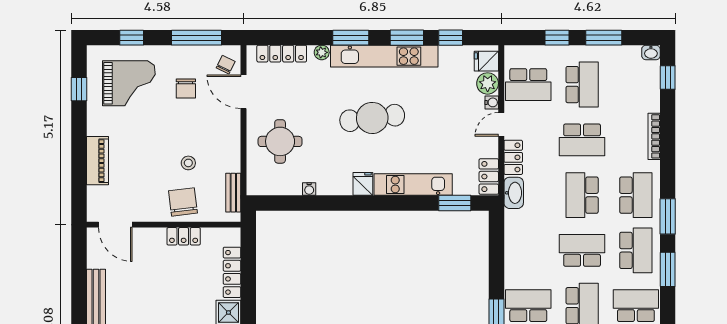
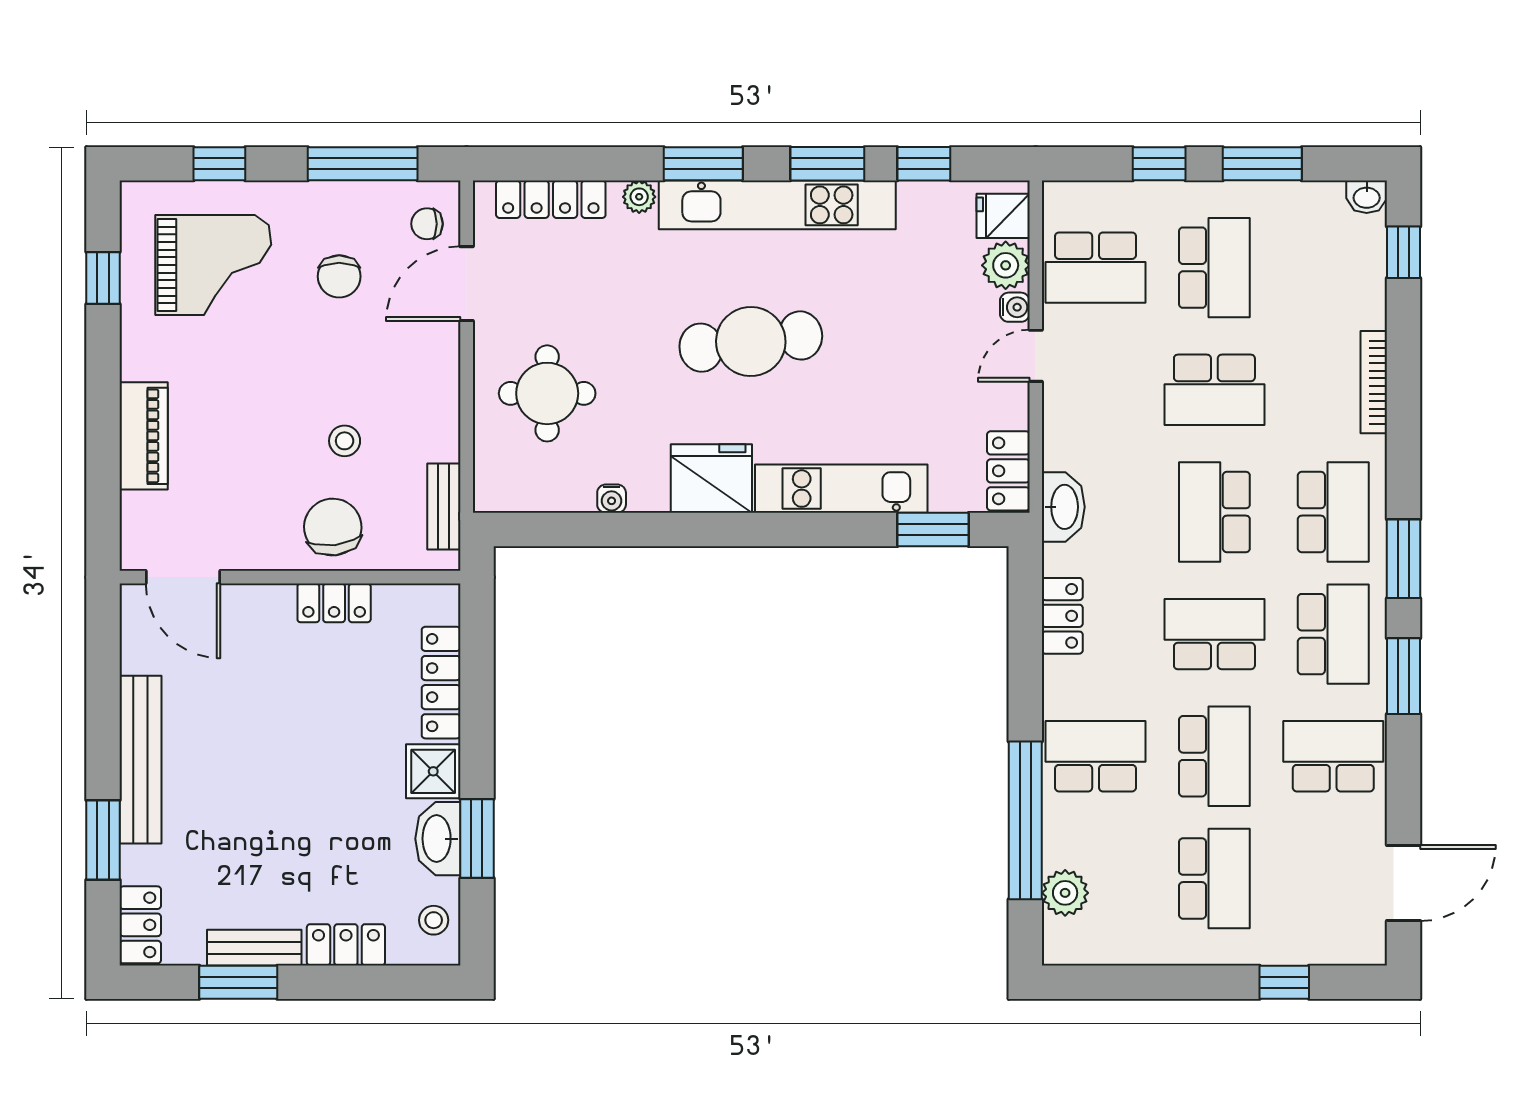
chair: (226, 65) -> (427, 224), turned -116
door: (244, 92) -> (467, 284), hinge flipped
locker: (513, 157) -> (1062, 616), moved
fridge: (363, 184) -> (711, 478), width x1.88, depth x1.34

